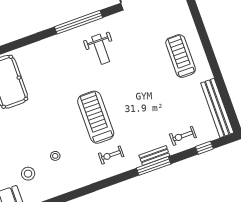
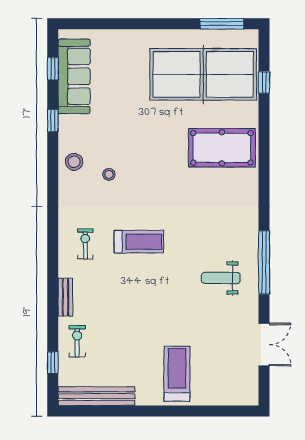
treadmill: (181, 56) -> (177, 374), turned -90
treadmill: (96, 117) -> (139, 242), width x0.73, depth x0.73
window: (154, 166) -> (53, 292), removed
stool: (28, 174) -> (74, 162), moved

